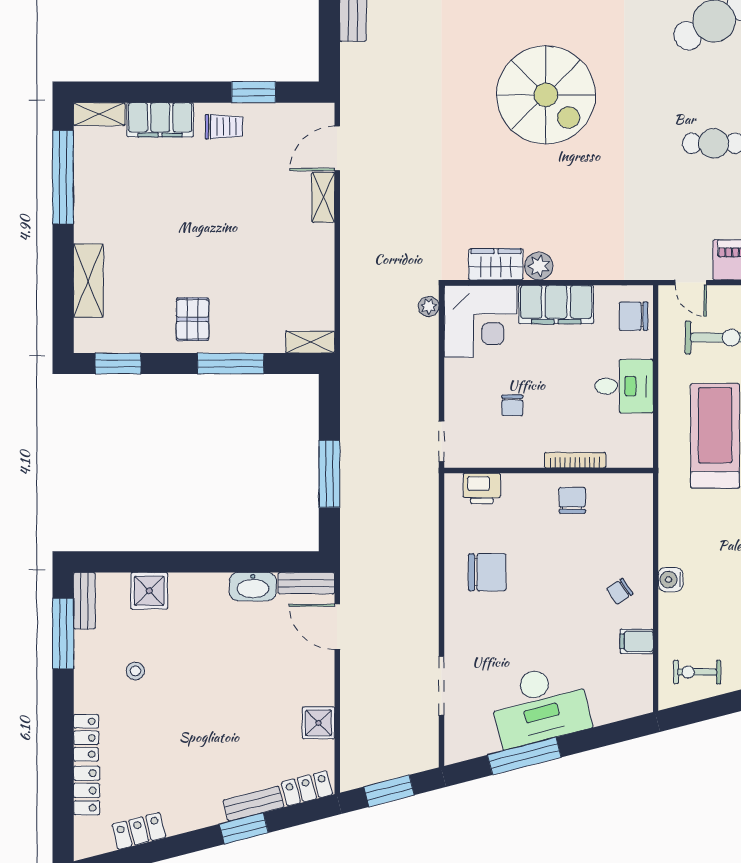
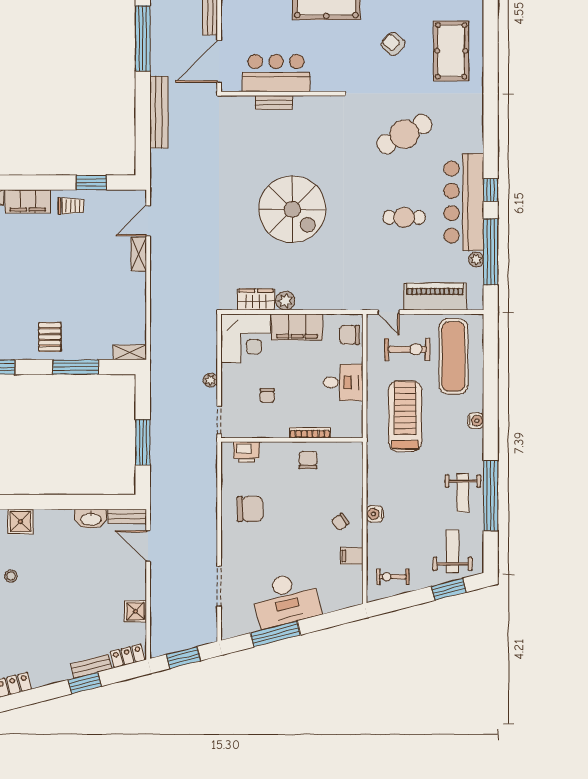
spiral stairs: (546, 95) -> (292, 209), moved
plant: (429, 306) -> (210, 380), moved

